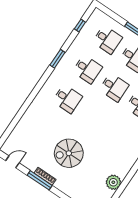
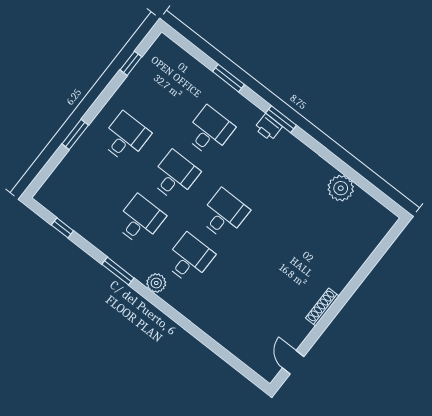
desk: (107, 40) -> (224, 214), moved
plant: (52, 81) -> (156, 283), added
spiral stairs: (69, 153) -> (285, 263), removed
window: (40, 180) -> (329, 317), removed

